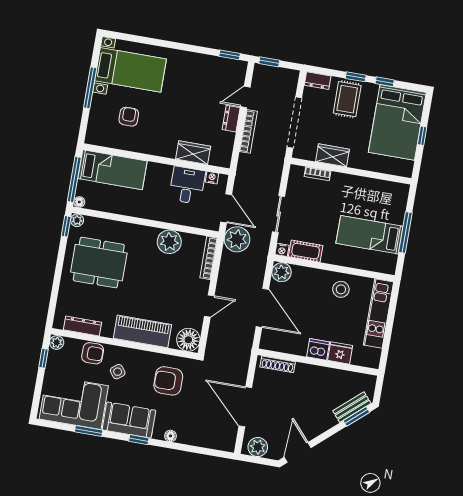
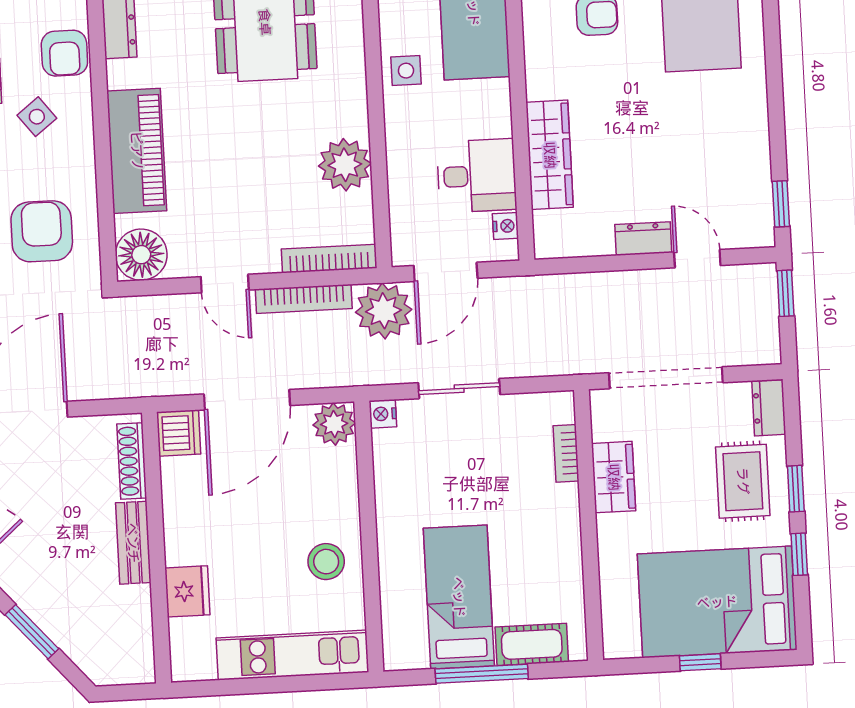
rug: (347, 99) -> (743, 481), turned 90
bookcase: (248, 131) -> (304, 299), moved
wardrobe: (193, 153) -> (550, 155), width x1.50
side table: (134, 206) -> (406, 71), added
cot: (306, 251) -> (532, 644), moved, turned 90
dishwasher: (318, 349) -> (179, 433), moved
bench: (352, 407) -> (133, 543), moved, turned 41
window: (356, 416) -> (32, 632), moved

